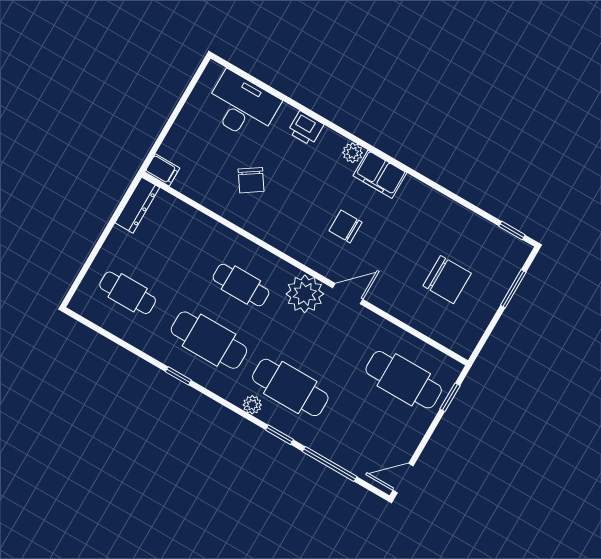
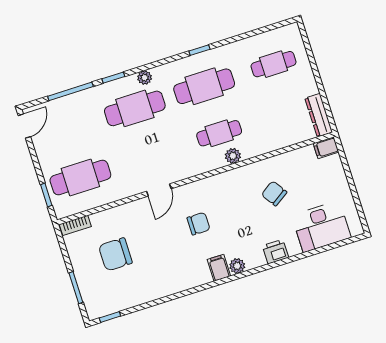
filing cabinet: (380, 174) -> (219, 268), width x0.50
plant: (305, 294) -> (233, 156), moved, width x0.53, depth x0.53
bookcase: (454, 343) -> (75, 225), added

